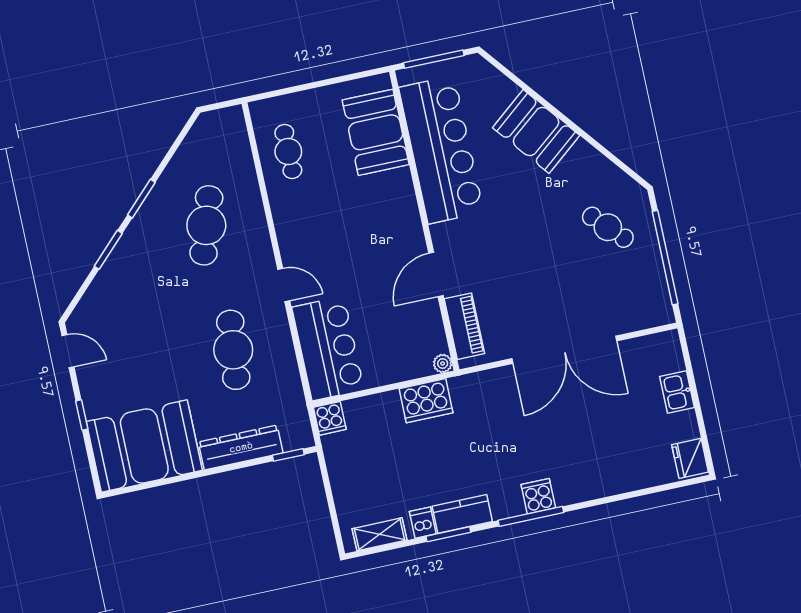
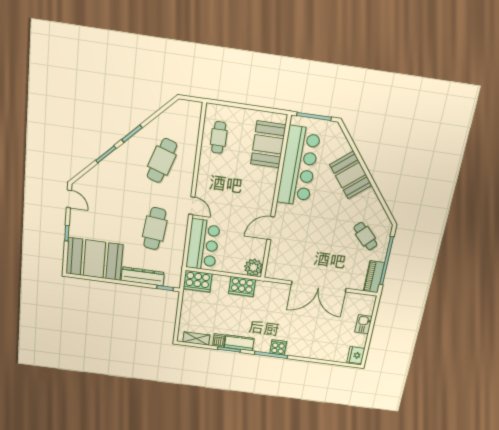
piano: (464, 326) -> (374, 277), moved, turned 180
plant: (443, 363) -> (253, 267), width x1.87, depth x1.87
cooker: (330, 418) -> (198, 281), width x1.87, depth x1.31

